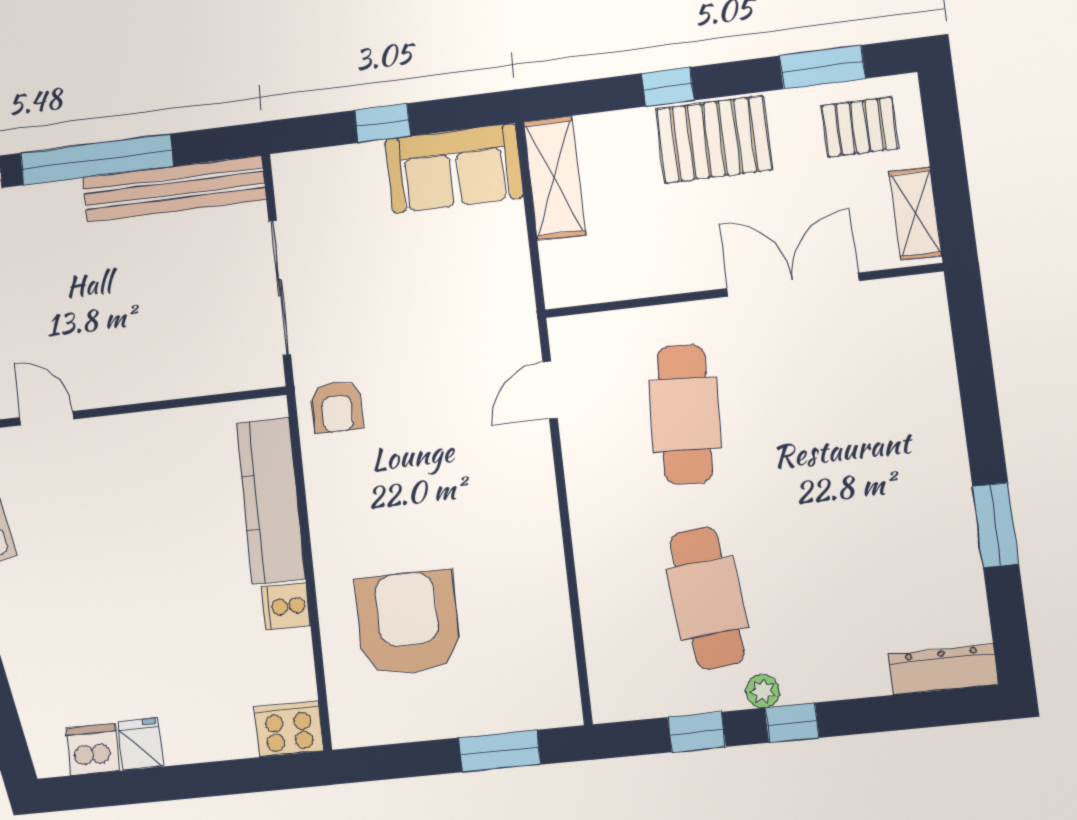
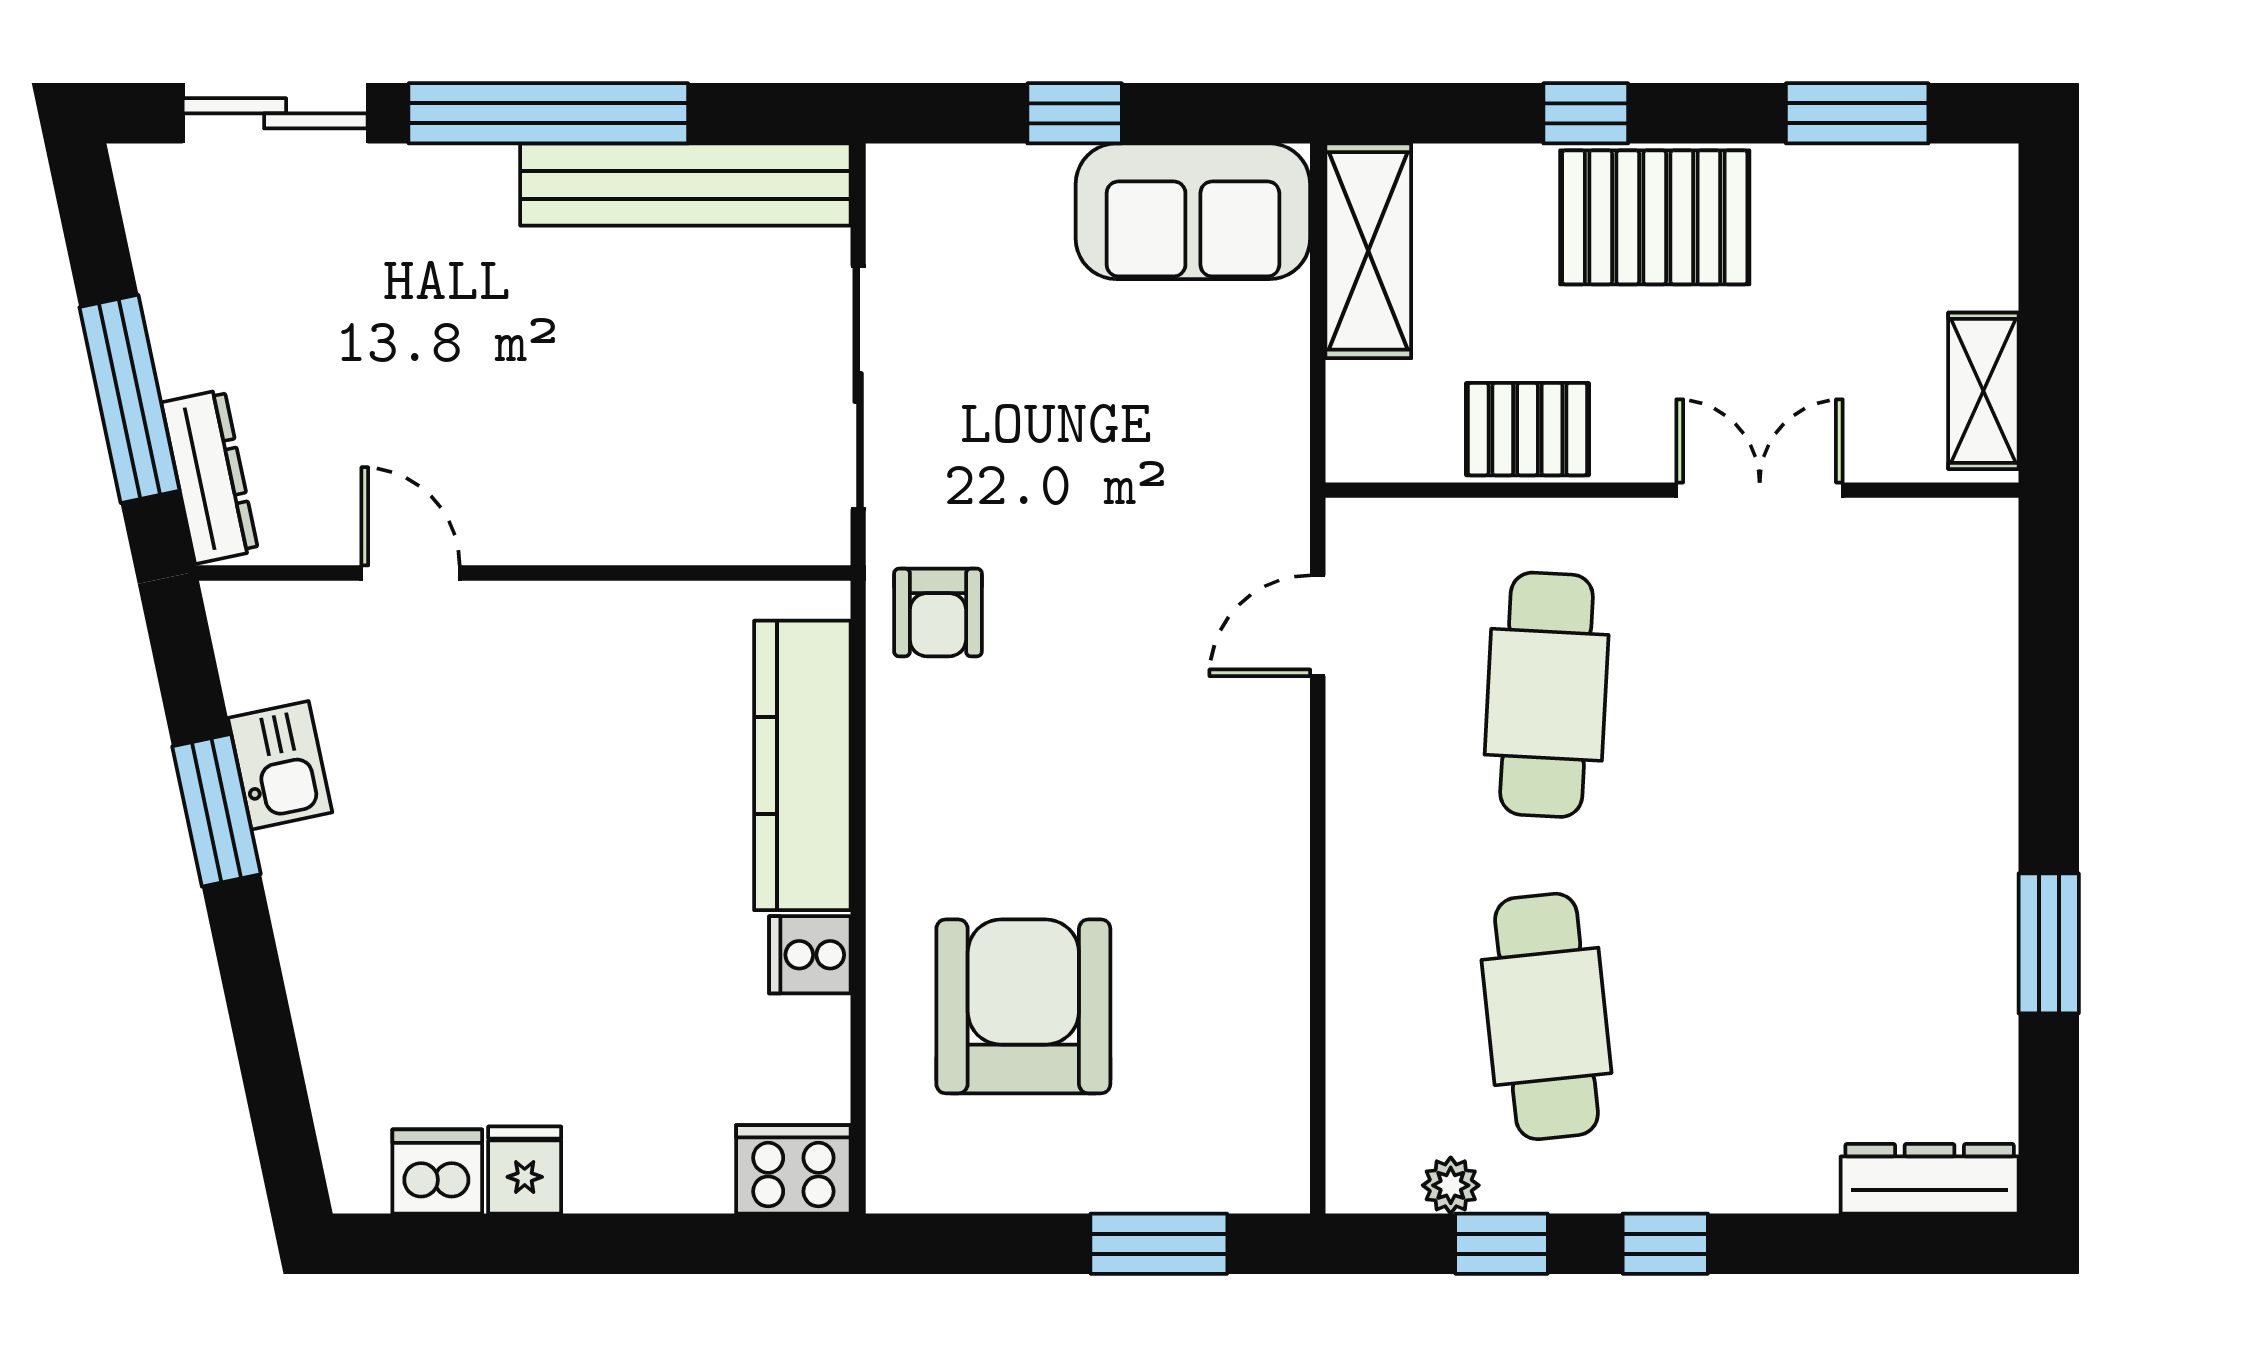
pallet: (860, 127) -> (1527, 429), moved
double door: (793, 285) -> (1760, 490), width x0.73
plant: (763, 691) -> (1451, 1185), moved

